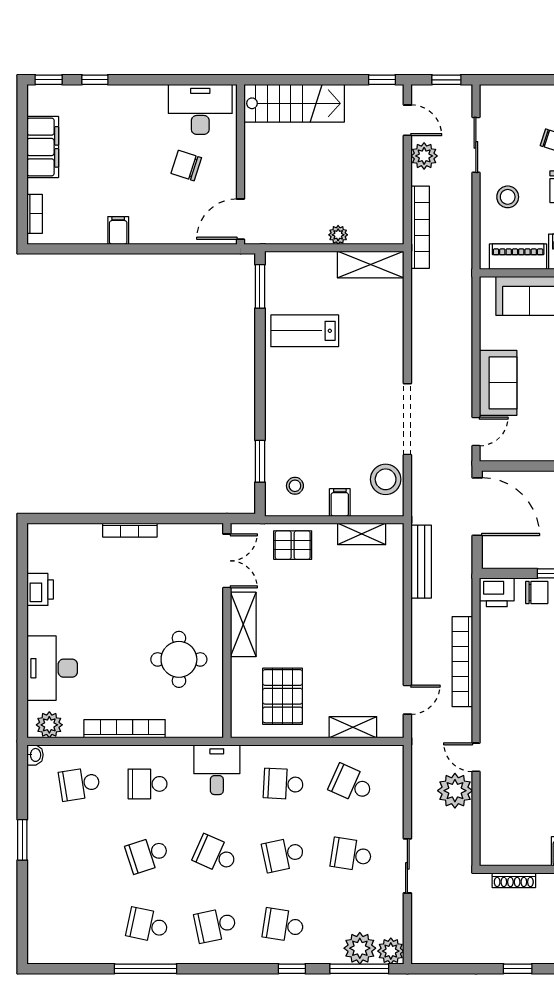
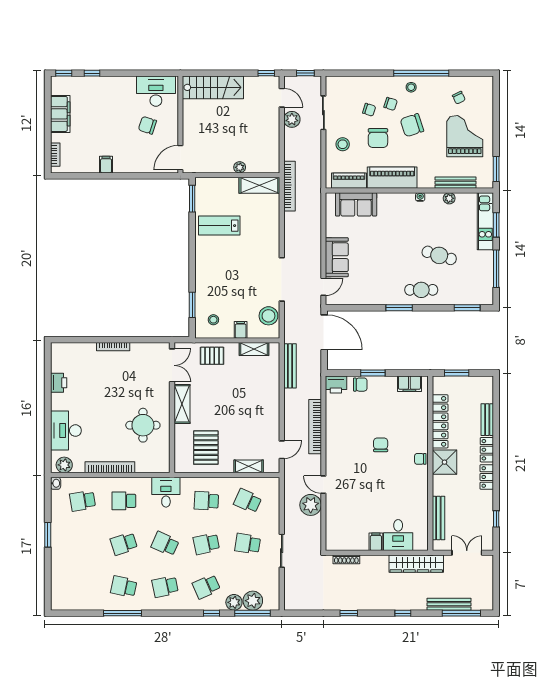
bookcase: (420, 227) -> (289, 186), moved
school desk: (283, 925) -> (206, 587), turned -33
plant: (391, 951) -> (234, 602), moved

